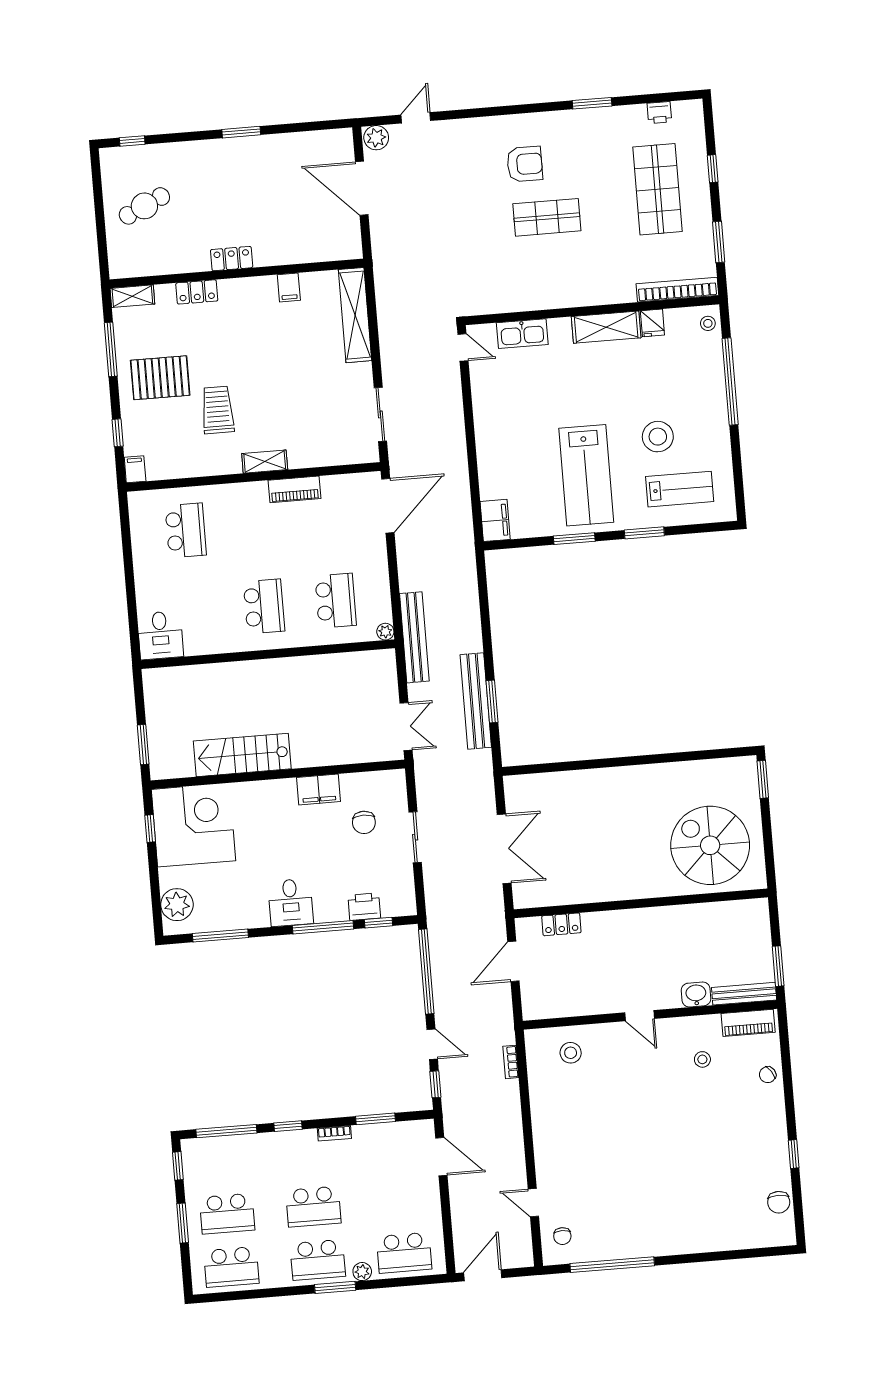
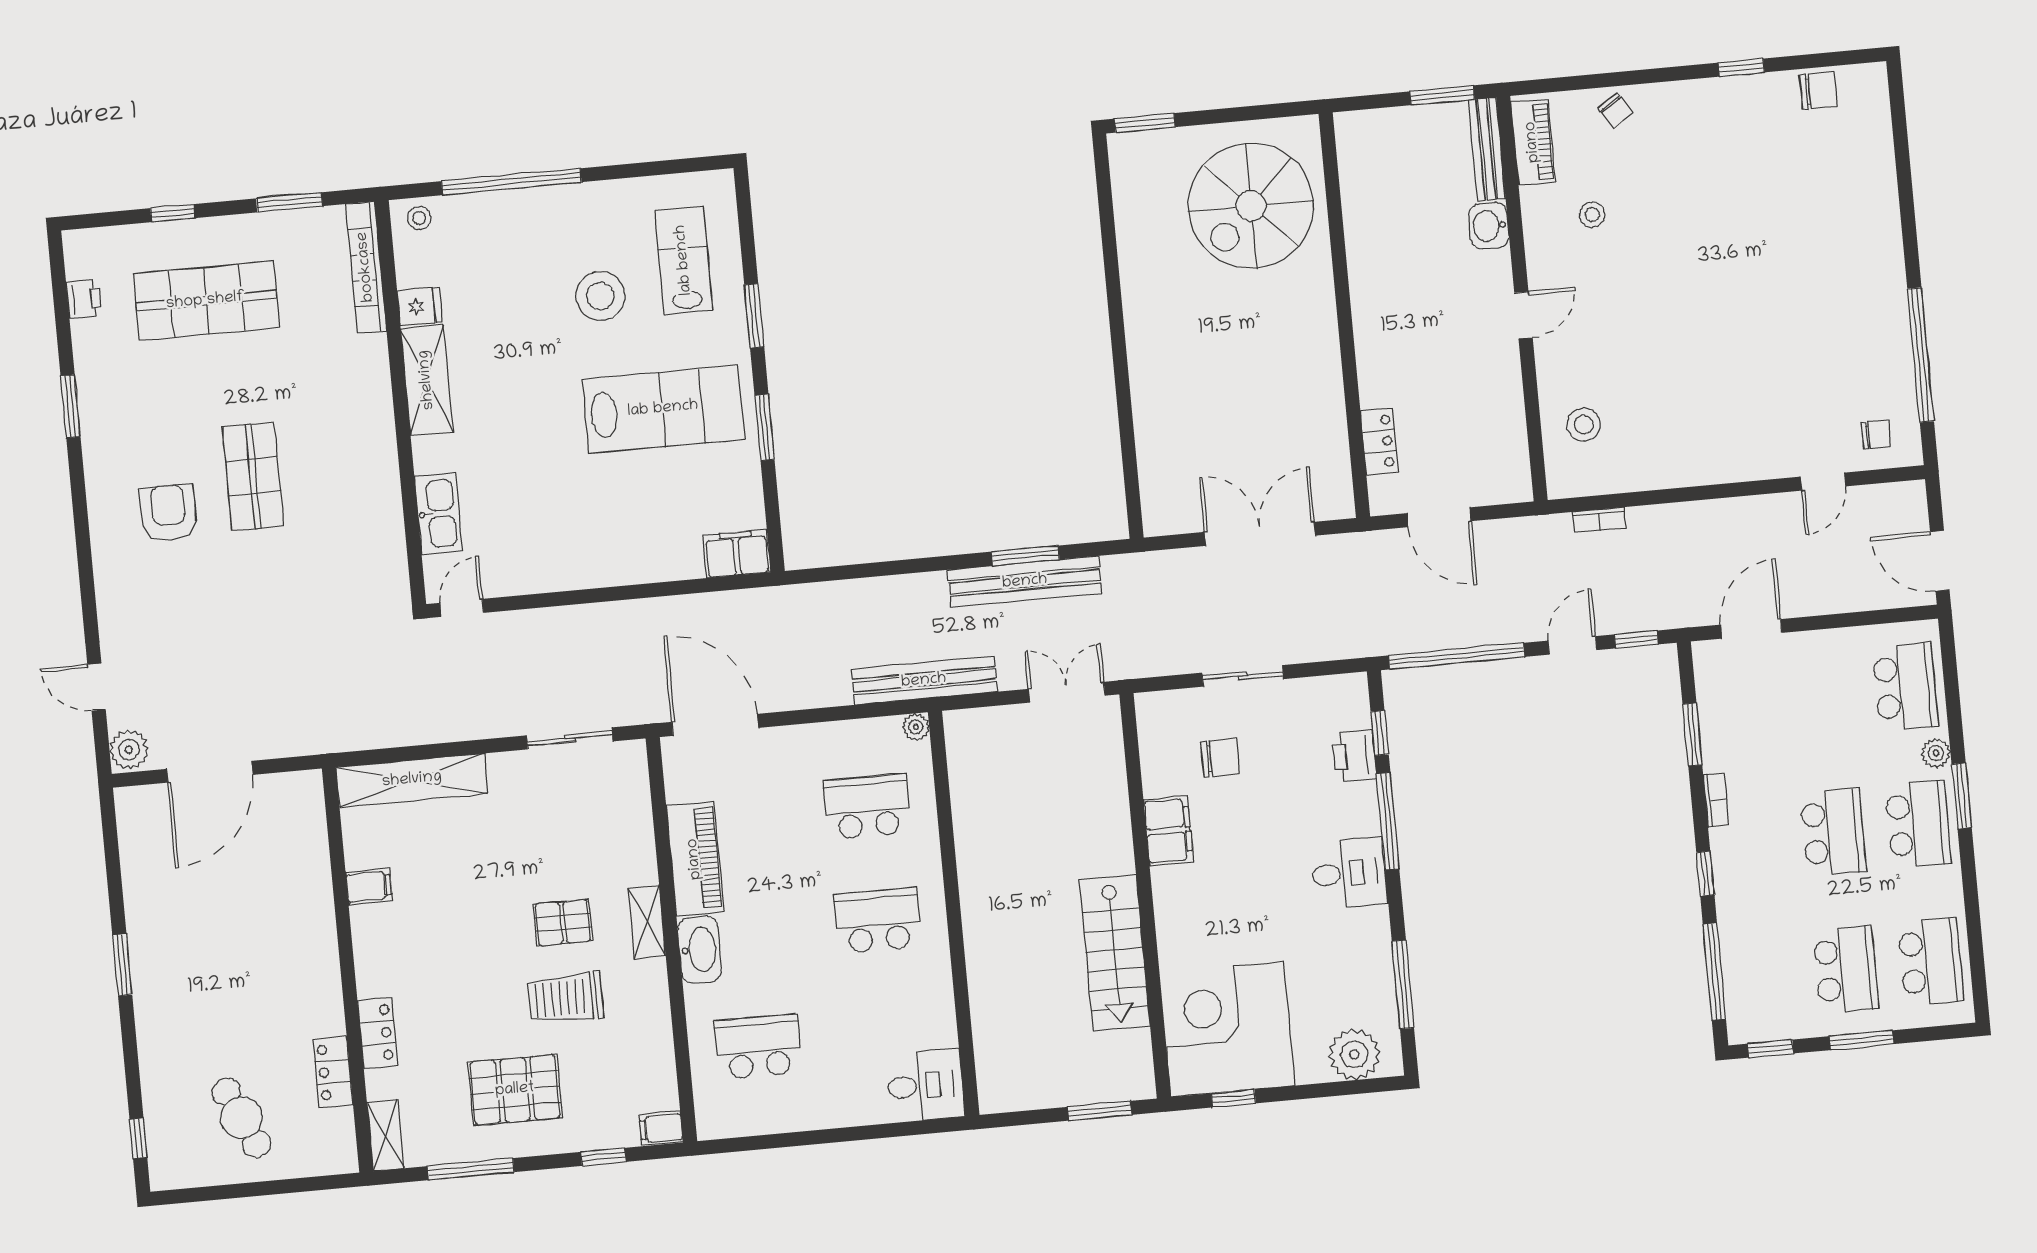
locker: (232, 259) -> (333, 1072), moved
pallet: (160, 378) -> (515, 1090), turned 90
pallet: (265, 409) -> (563, 923), added
piano: (294, 489) -> (695, 859), width x1.37, depth x1.33
washbasin: (247, 494) -> (700, 950), added

